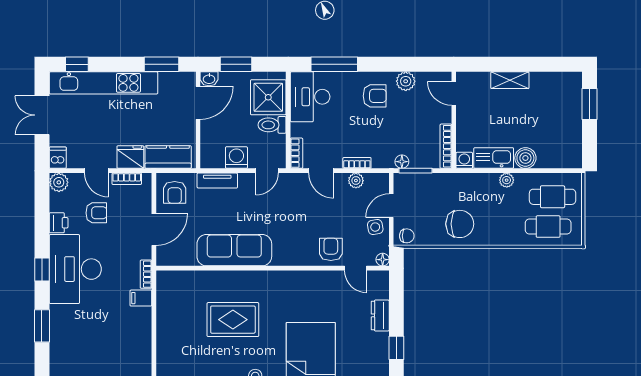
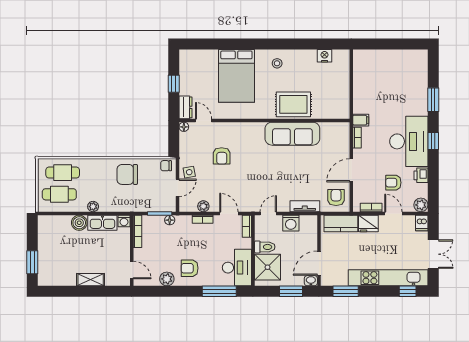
sofa: (234, 250) -> (292, 134), moved
floor lamp: (383, 260) -> (184, 127), moved
wall: (273, 268) -> (264, 120), moved
door: (356, 268) -> (204, 120), moved

